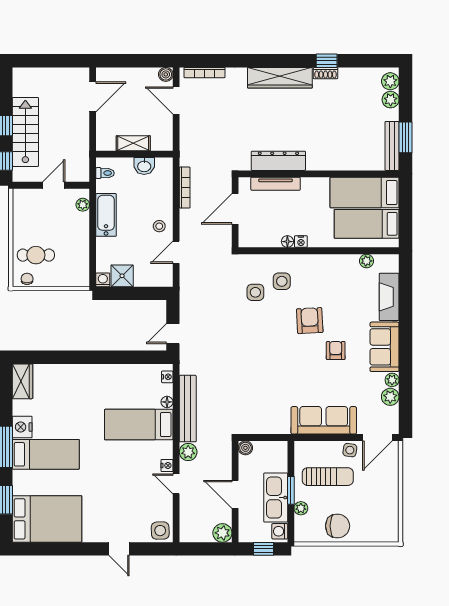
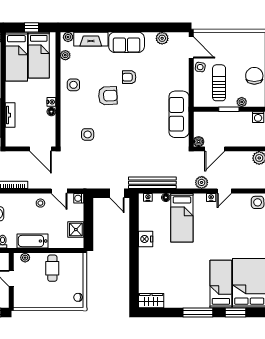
tv unit: (276, 184) -> (10, 115), width x0.71
door: (235, 209) -> (41, 149), moved
window: (405, 214) -> (32, 27), added
cafe table: (36, 255) -> (52, 268), moved
washing machine: (103, 280) -> (79, 198), moved
side table: (282, 281) -> (73, 85), moved
armchair: (310, 321) -> (108, 96), turned 180
plant: (392, 380) -> (68, 37), moved
bench: (188, 409) -> (152, 183), moved
sofa: (324, 420) -> (179, 114), moved
nightstand: (22, 427) -> (146, 239), moved, turned 90
bed: (46, 454) -> (221, 284), moved
door: (235, 494) -> (215, 149), moved
kitchen sink: (276, 498) -> (234, 120), removed

